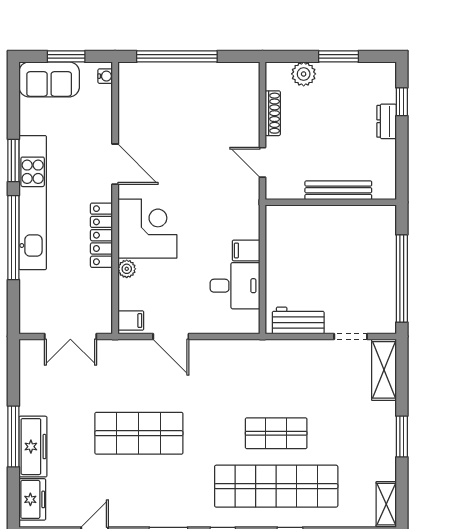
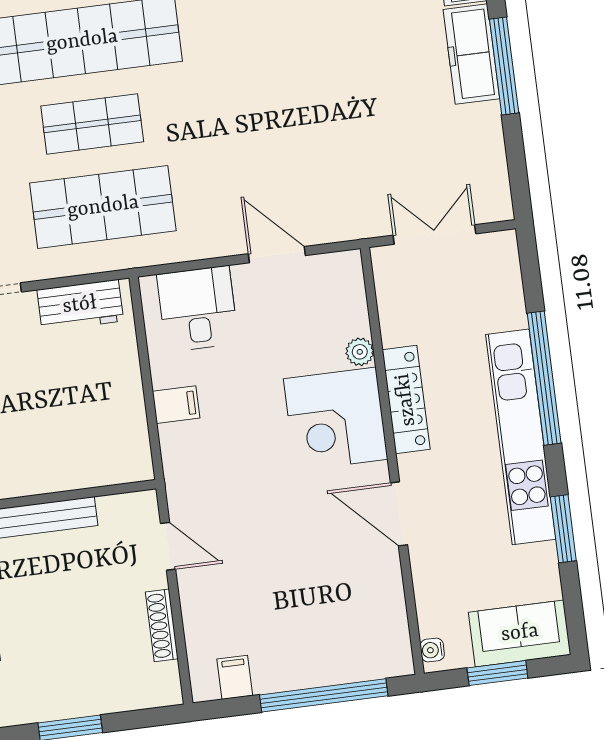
plant: (304, 74) -> (121, 693), removed
window: (13, 160) -> (563, 529), moved
desk: (235, 286) -> (198, 309), moved, turned 90
filing cabinet: (131, 321) -> (235, 677), moved, turned 90
shop shelf: (139, 433) -> (103, 207), moved

